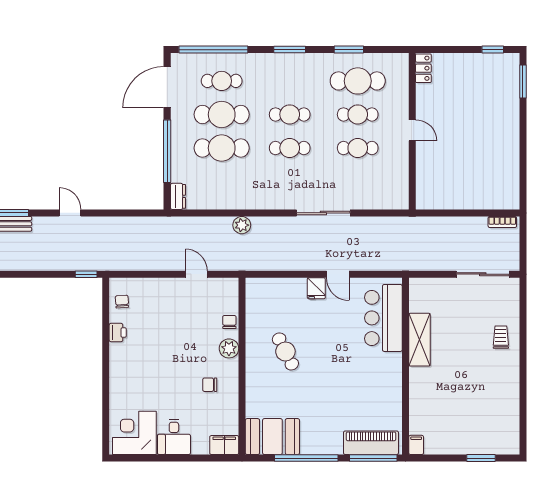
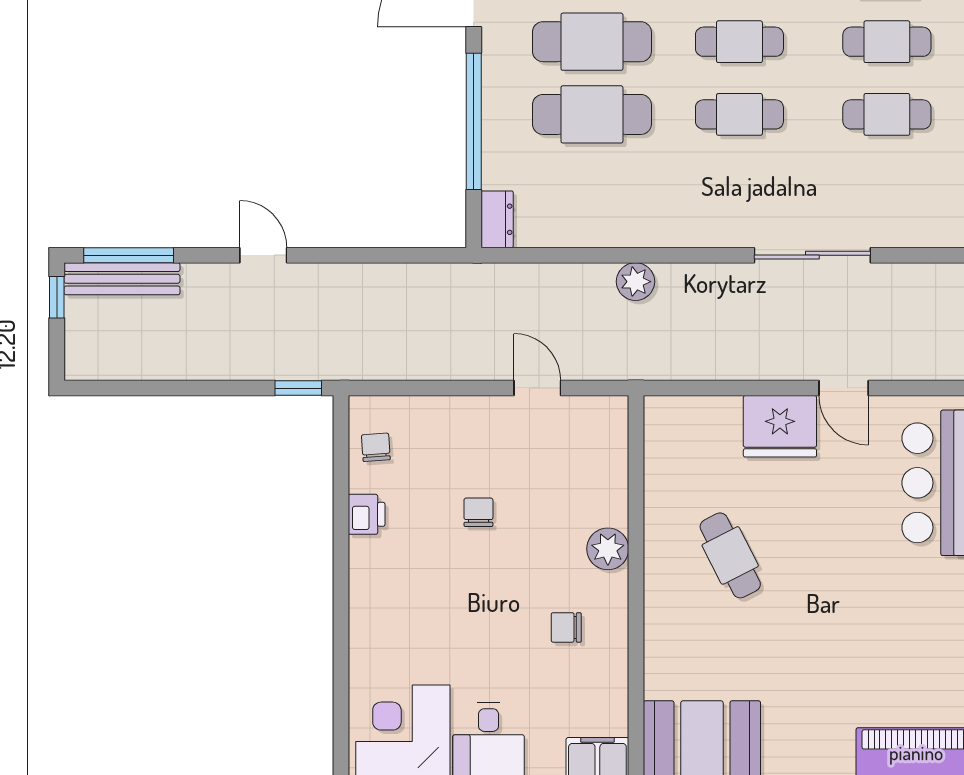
fridge: (316, 288) -> (780, 426), width x1.88, depth x1.34
chair: (229, 322) -> (478, 512), moved

